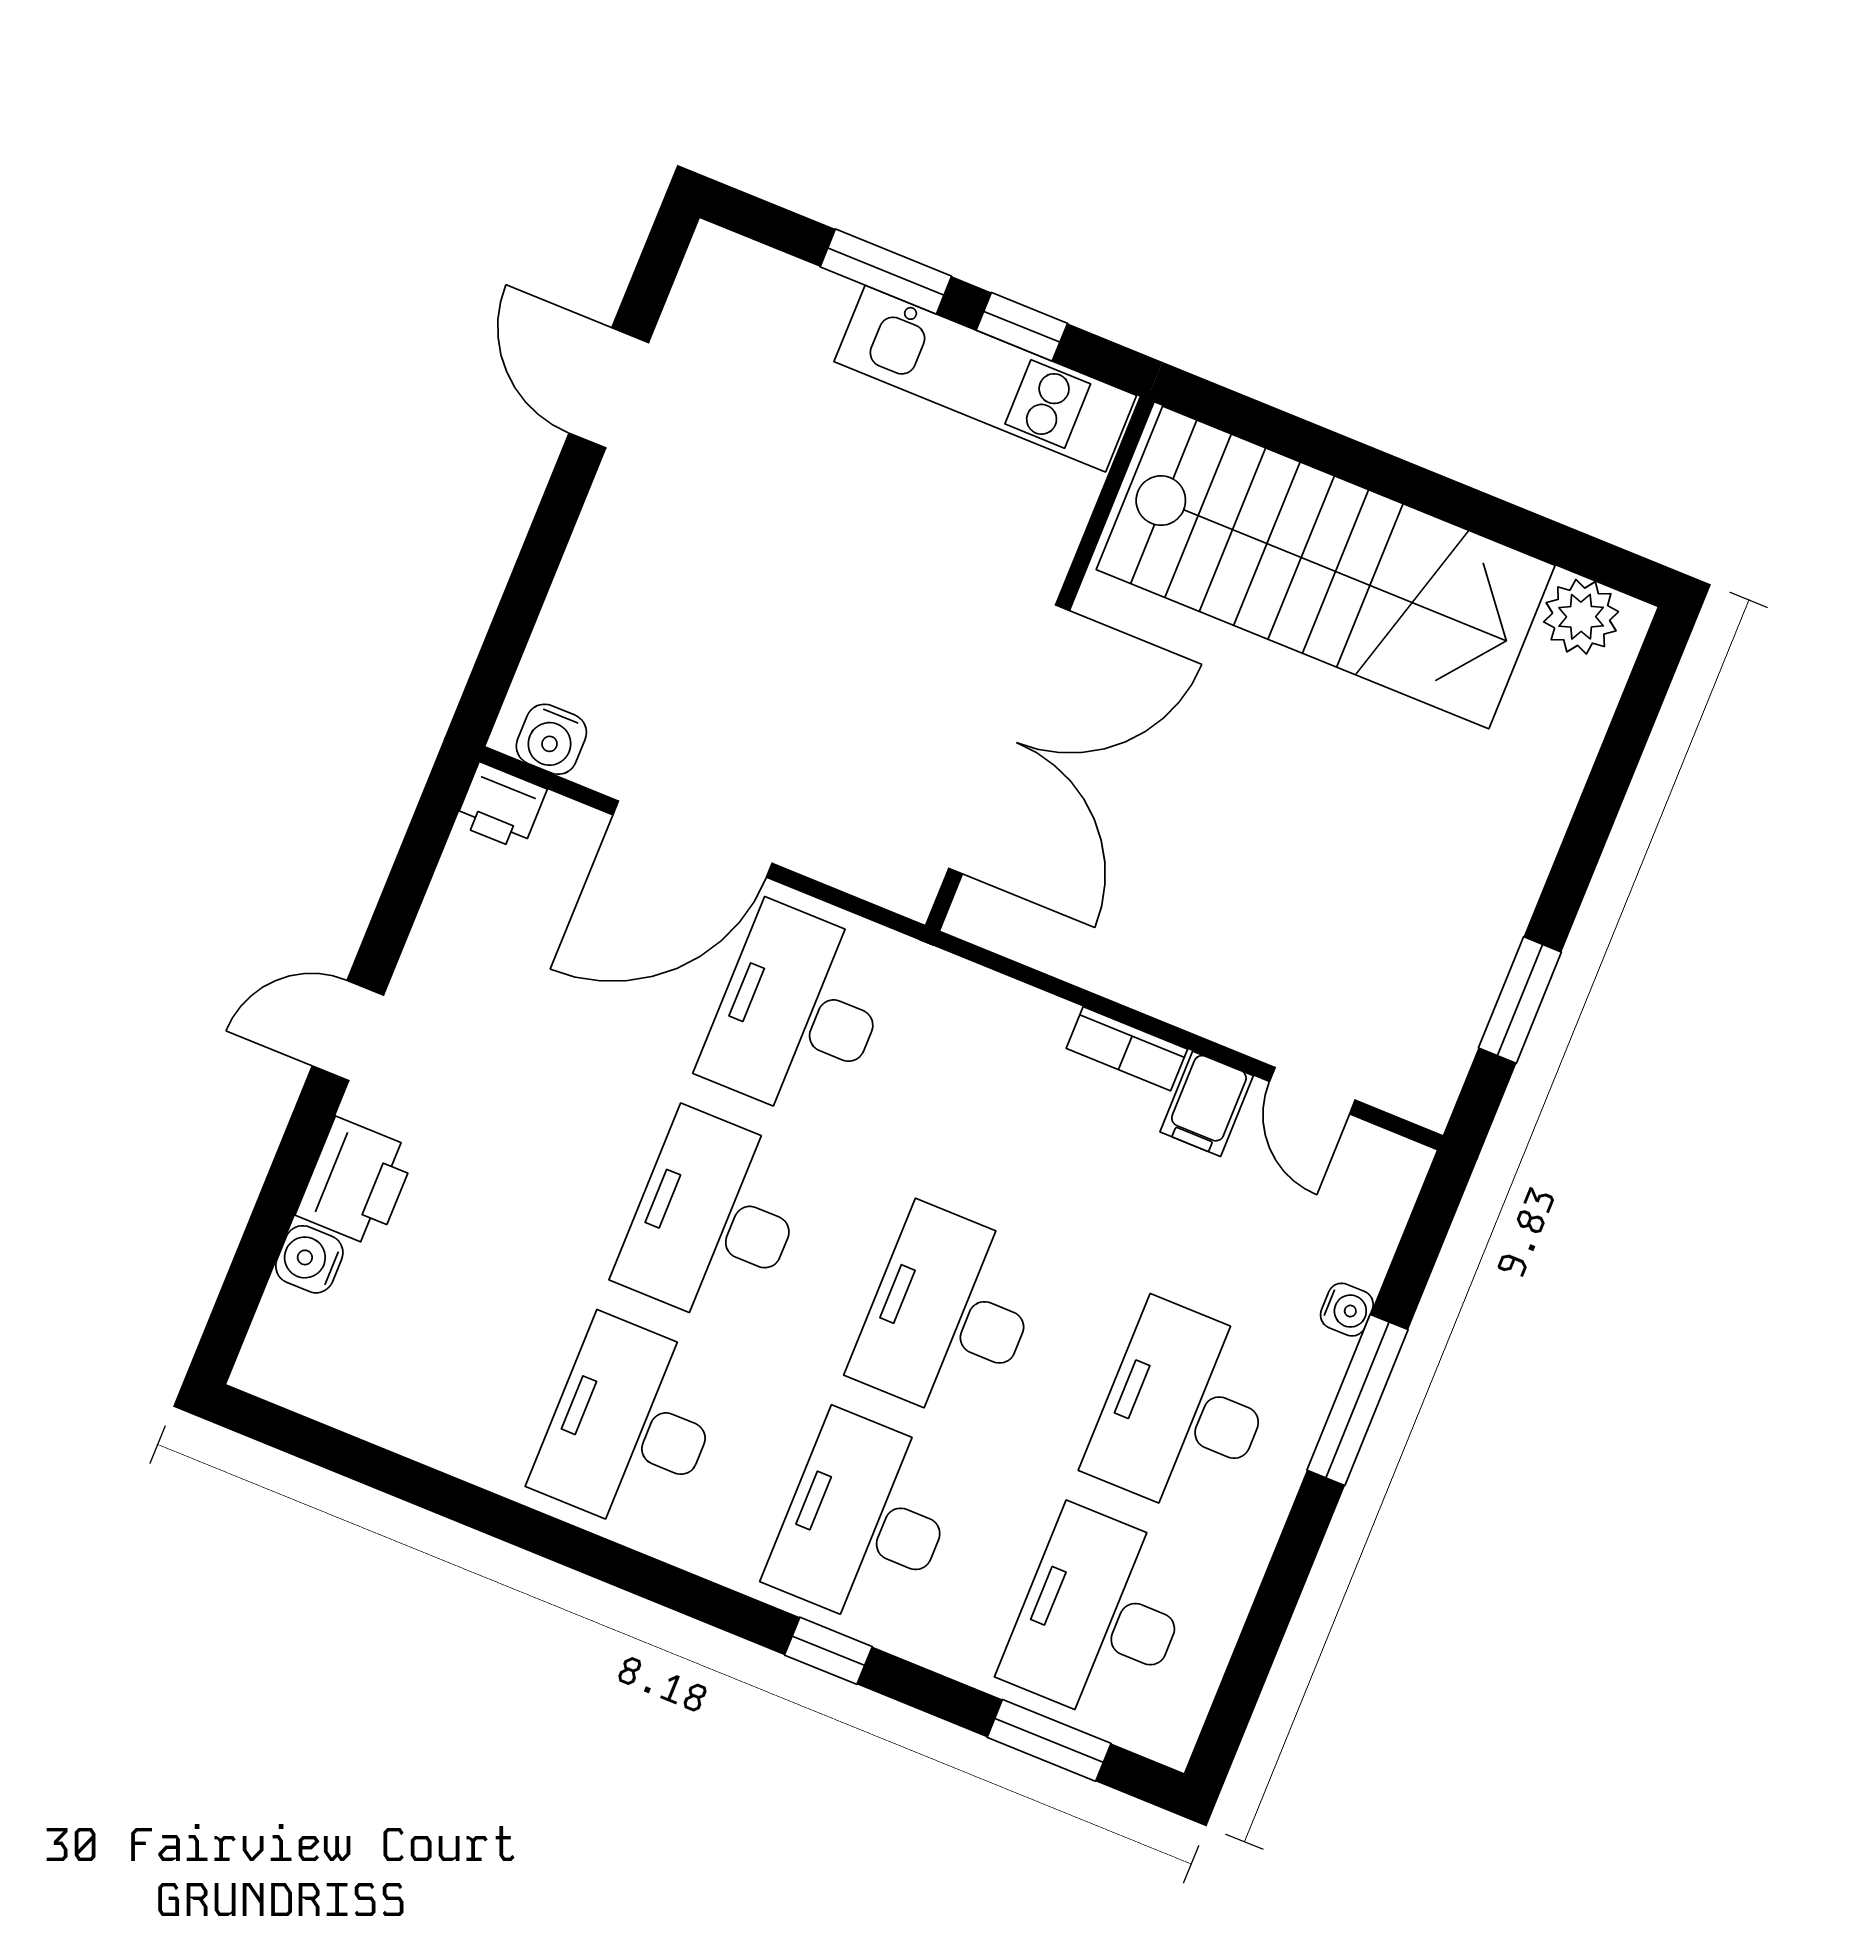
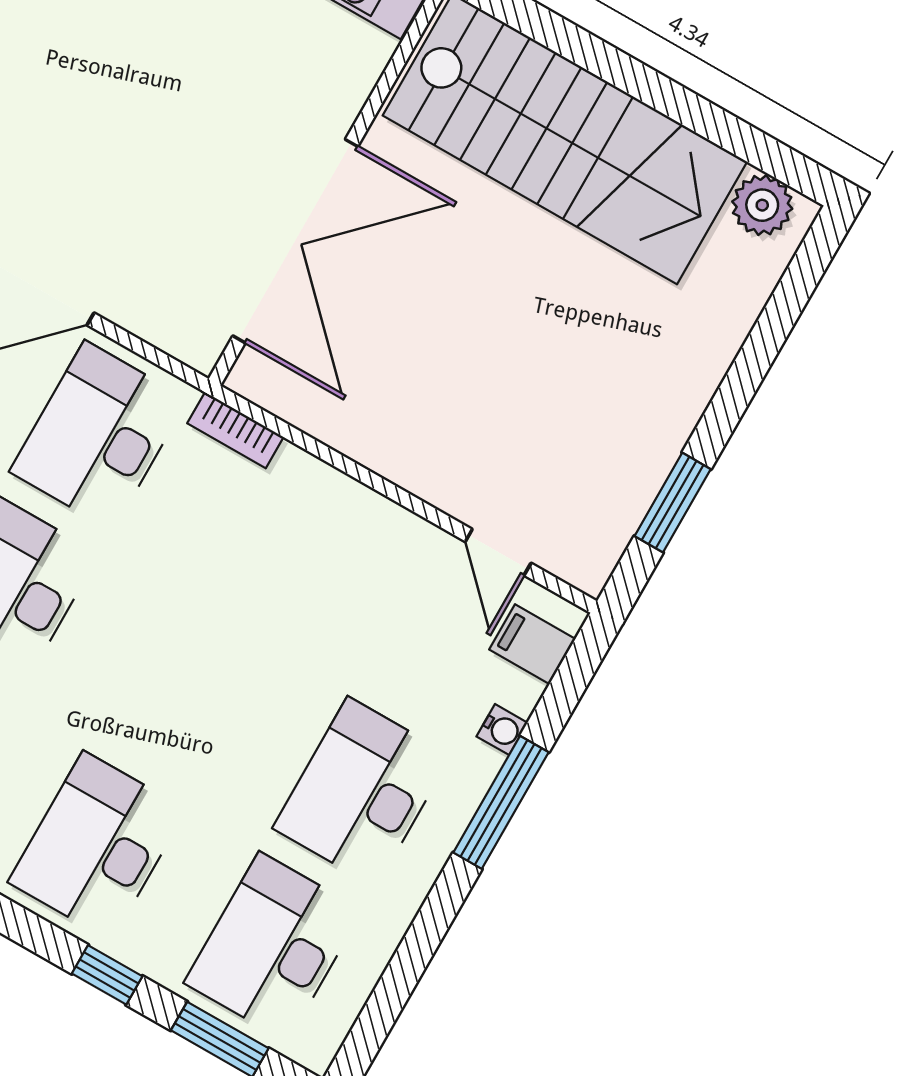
bookcase: (1127, 1049) -> (235, 430), moved
filing cabinet: (1207, 1104) -> (532, 644), moved, turned 90
desk: (949, 1315) -> (186, 691), removed
window: (828, 1651) -> (107, 975), moved

